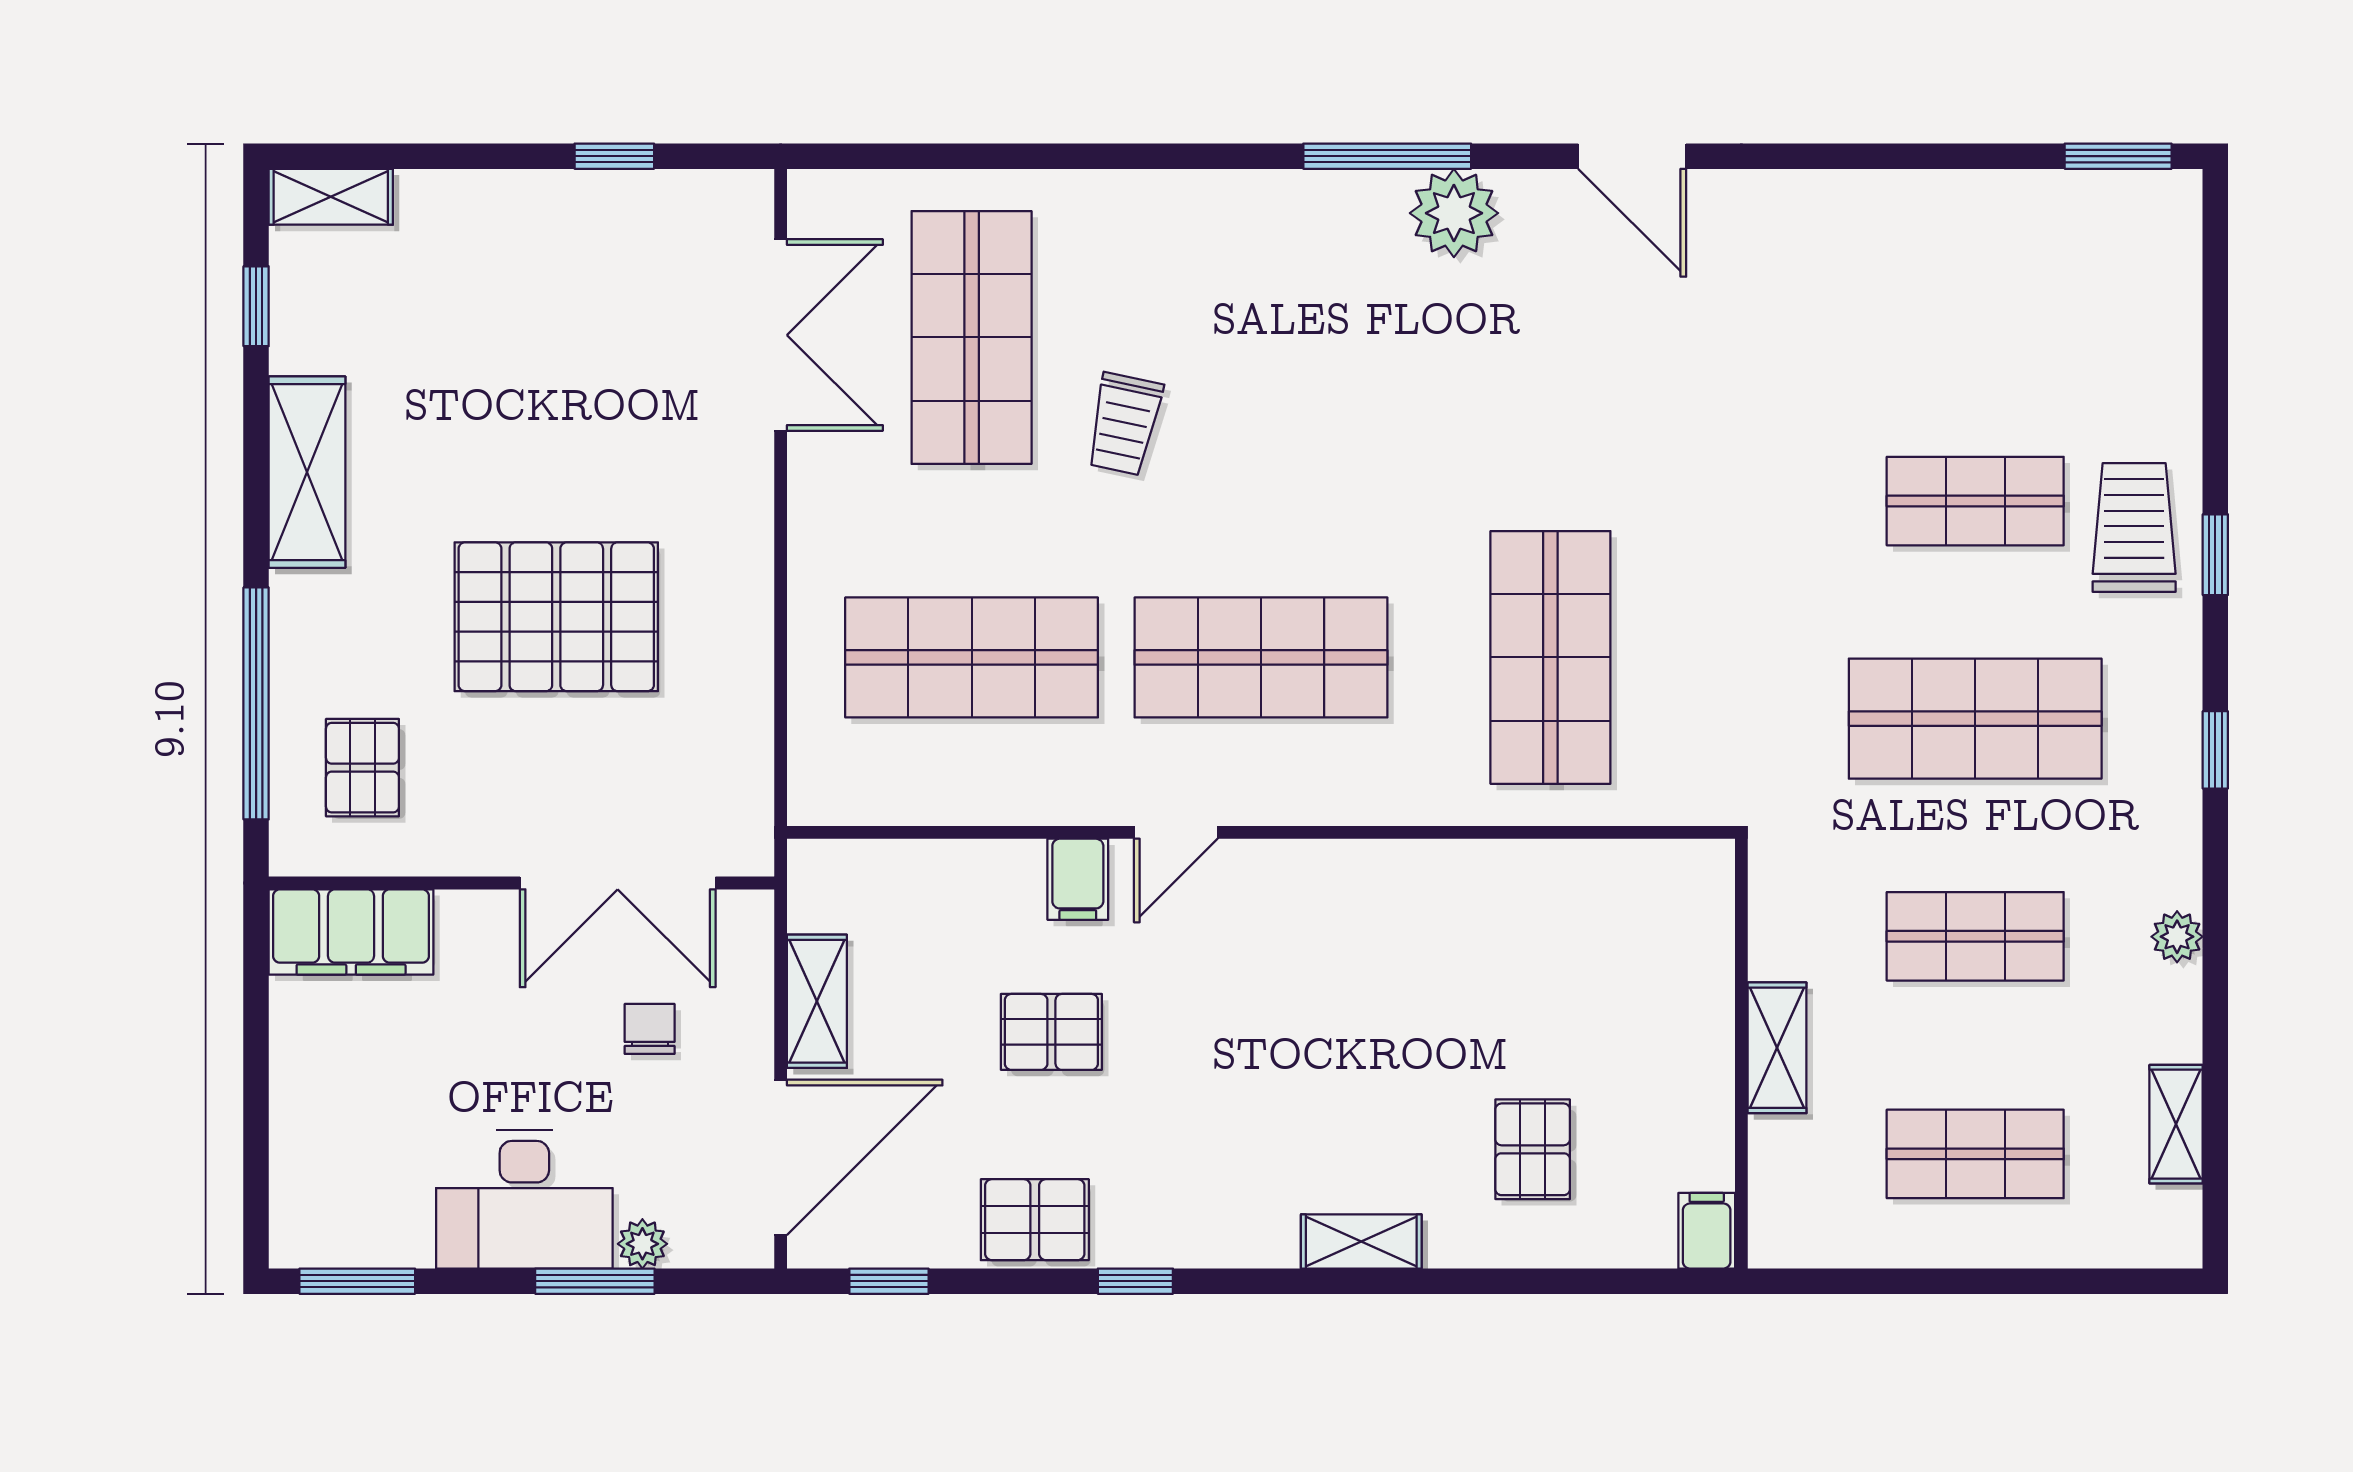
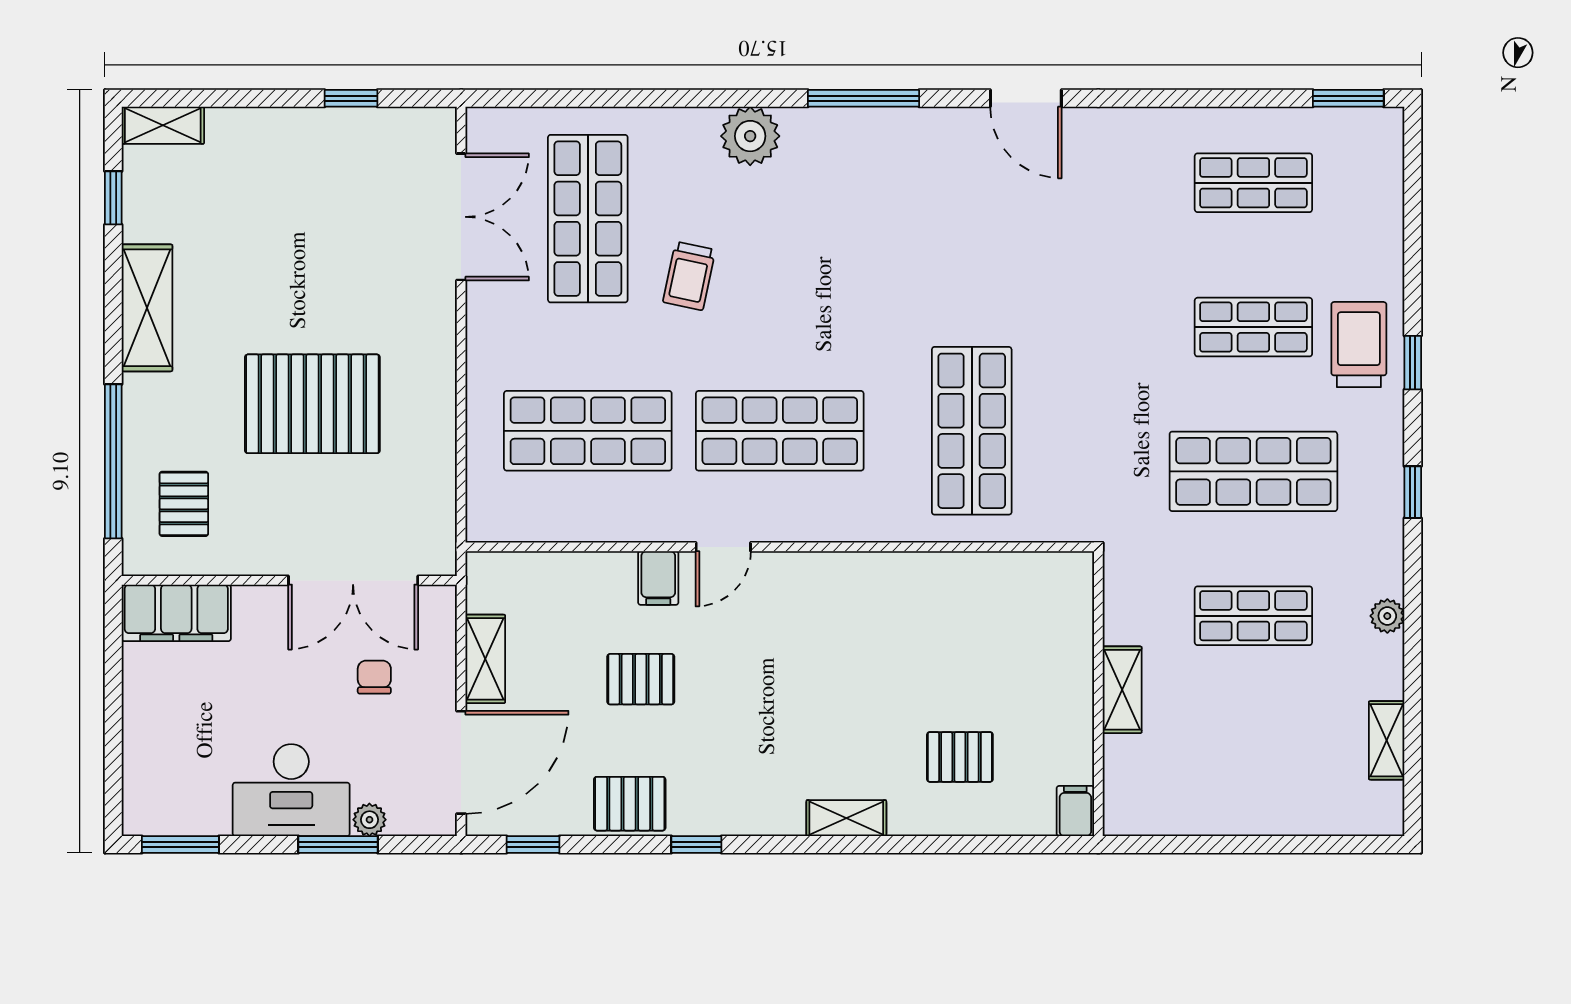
plant: (1454, 213) -> (750, 136), moved
pallet: (1533, 1149) -> (960, 757), turned 90
shop shelf: (1975, 1154) -> (1253, 183), moved

